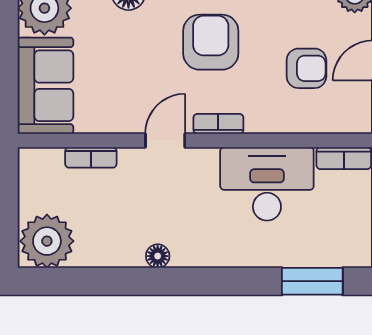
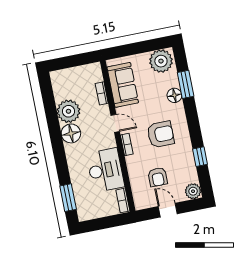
sofa: (45, 86) -> (123, 85), moved, turned -90
plant: (47, 241) -> (68, 111), moved
floor lamp: (158, 256) -> (71, 133), width x1.89, depth x1.89

